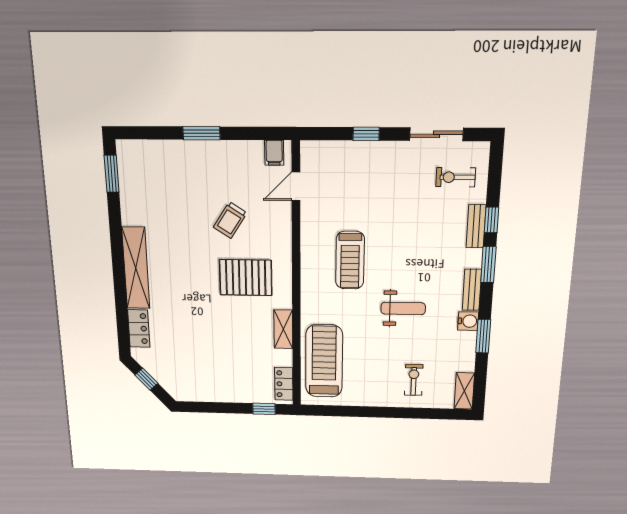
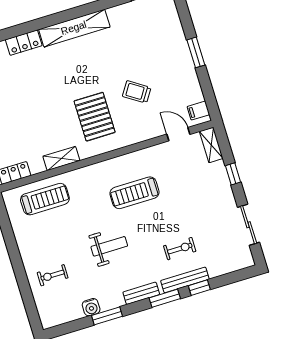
exercise bike: (456, 177) -> (180, 249), moved, turned 90
bench: (476, 226) -> (185, 280), width x1.36
weight bench: (403, 308) -> (109, 246), turned -90
water cooler: (468, 321) -> (91, 307), moved
treadmill: (324, 361) -> (45, 199), width x0.73, depth x0.73
exercise bike: (414, 380) -> (53, 275), turned 180
shelving: (464, 391) -> (211, 145), moved, turned 90

